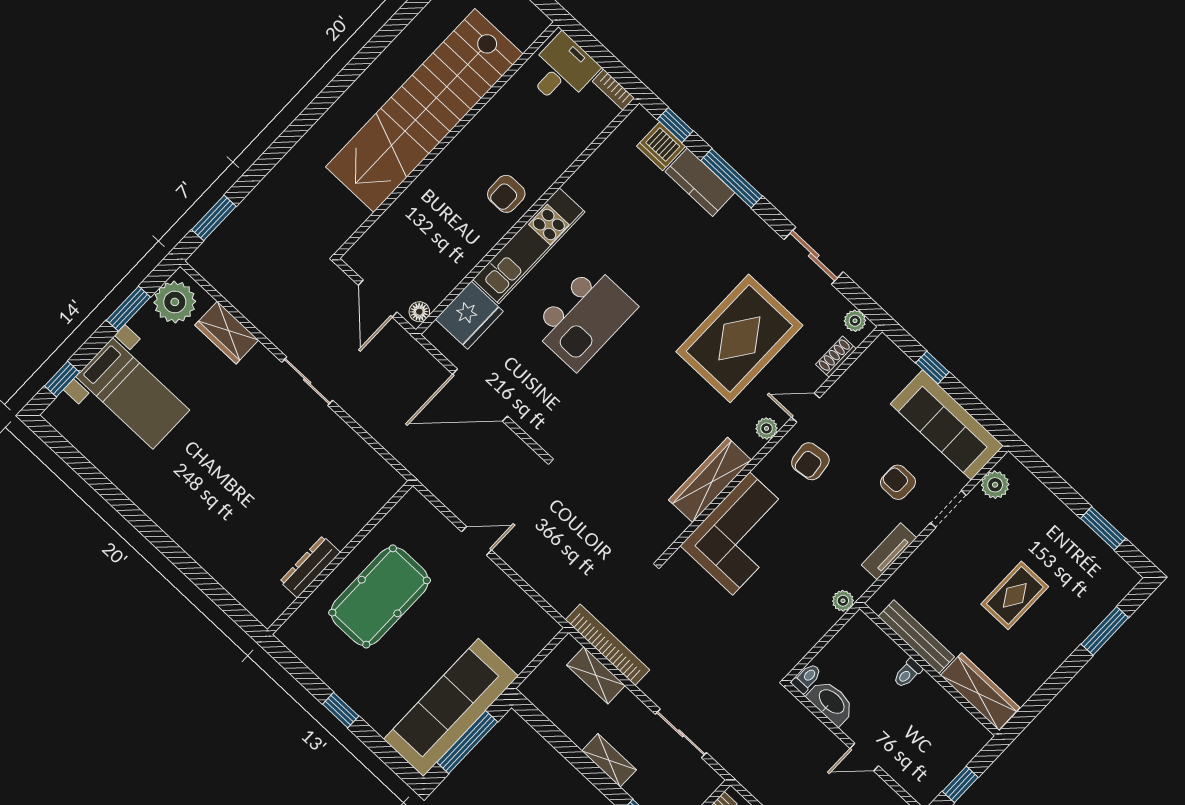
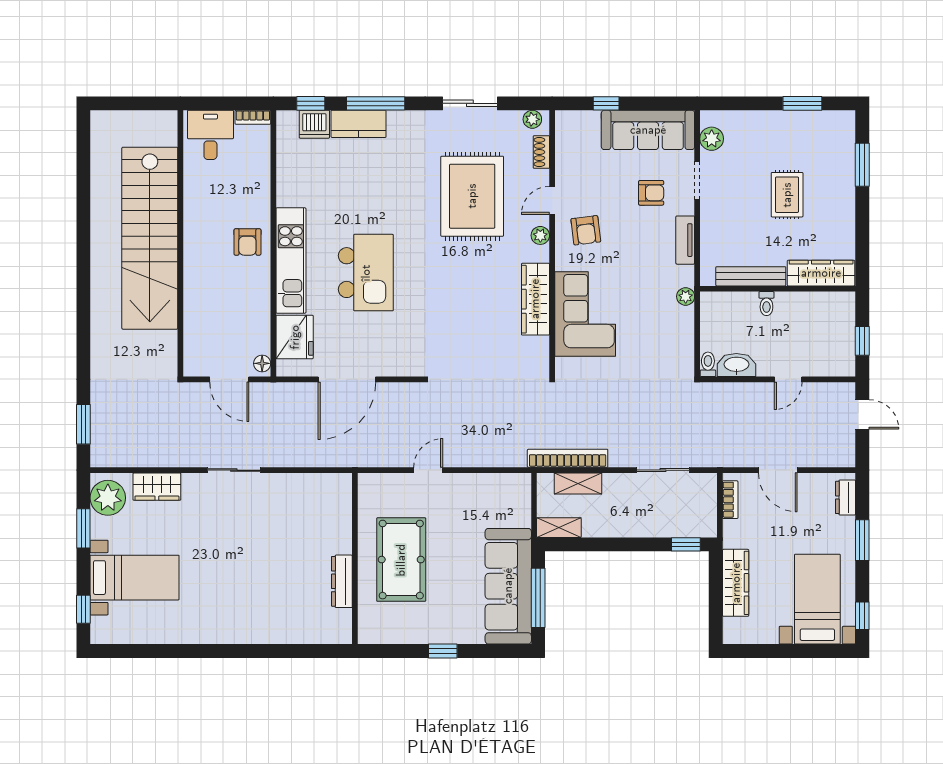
armchair: (898, 482) -> (651, 193), turned 180
shelving: (609, 760) -> (559, 528), moved

